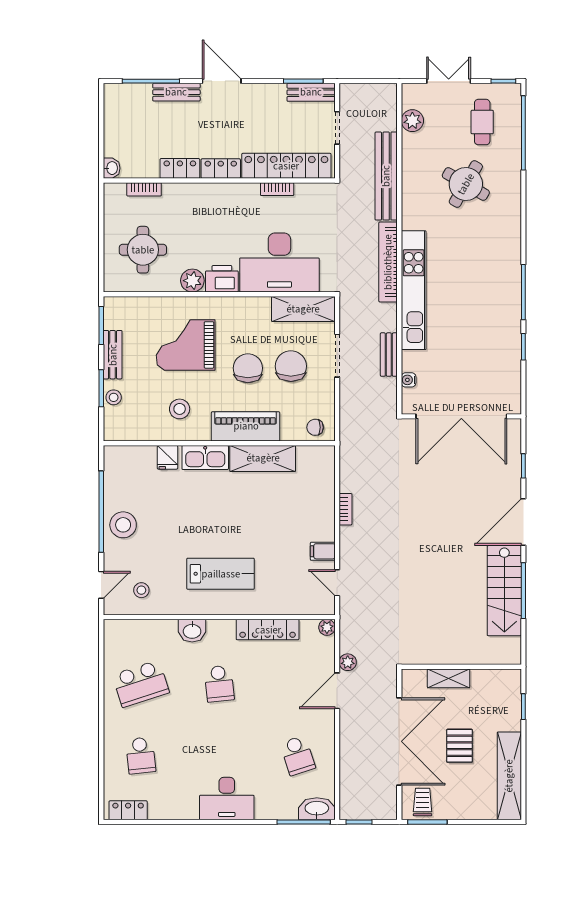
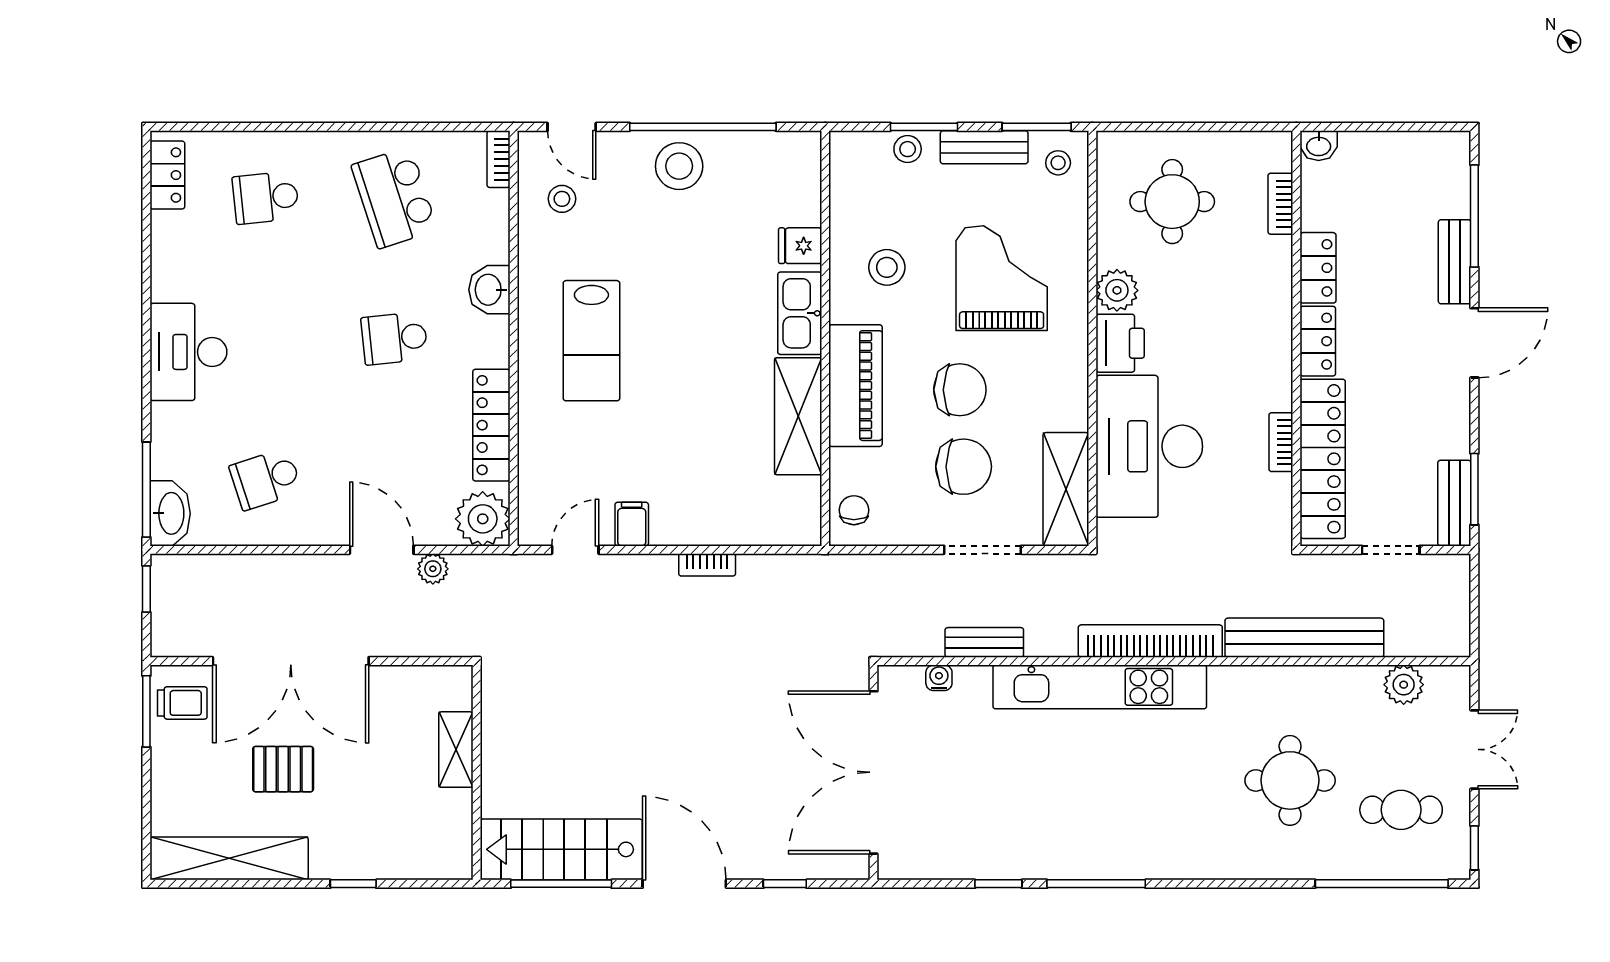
round table: (466, 184) -> (1290, 780), turned -30
stool: (121, 313) -> (1058, 163), added
bookcase: (119, 626) -> (499, 159), added
plant: (327, 627) -> (483, 519), width x1.87, depth x1.87
wall: (461, 667) -> (477, 772), moved
shelving: (449, 678) -> (456, 750), moved

